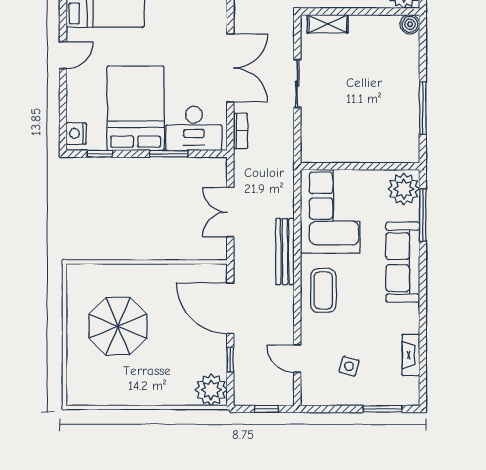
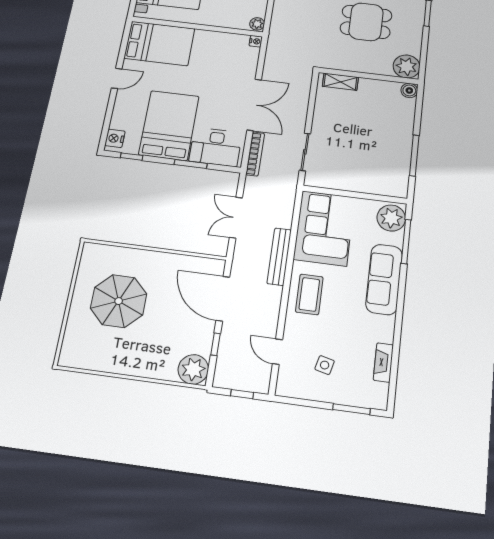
sliding door: (297, 84) -> (305, 152), moved
bookcase: (241, 131) -> (255, 154), width x1.56

